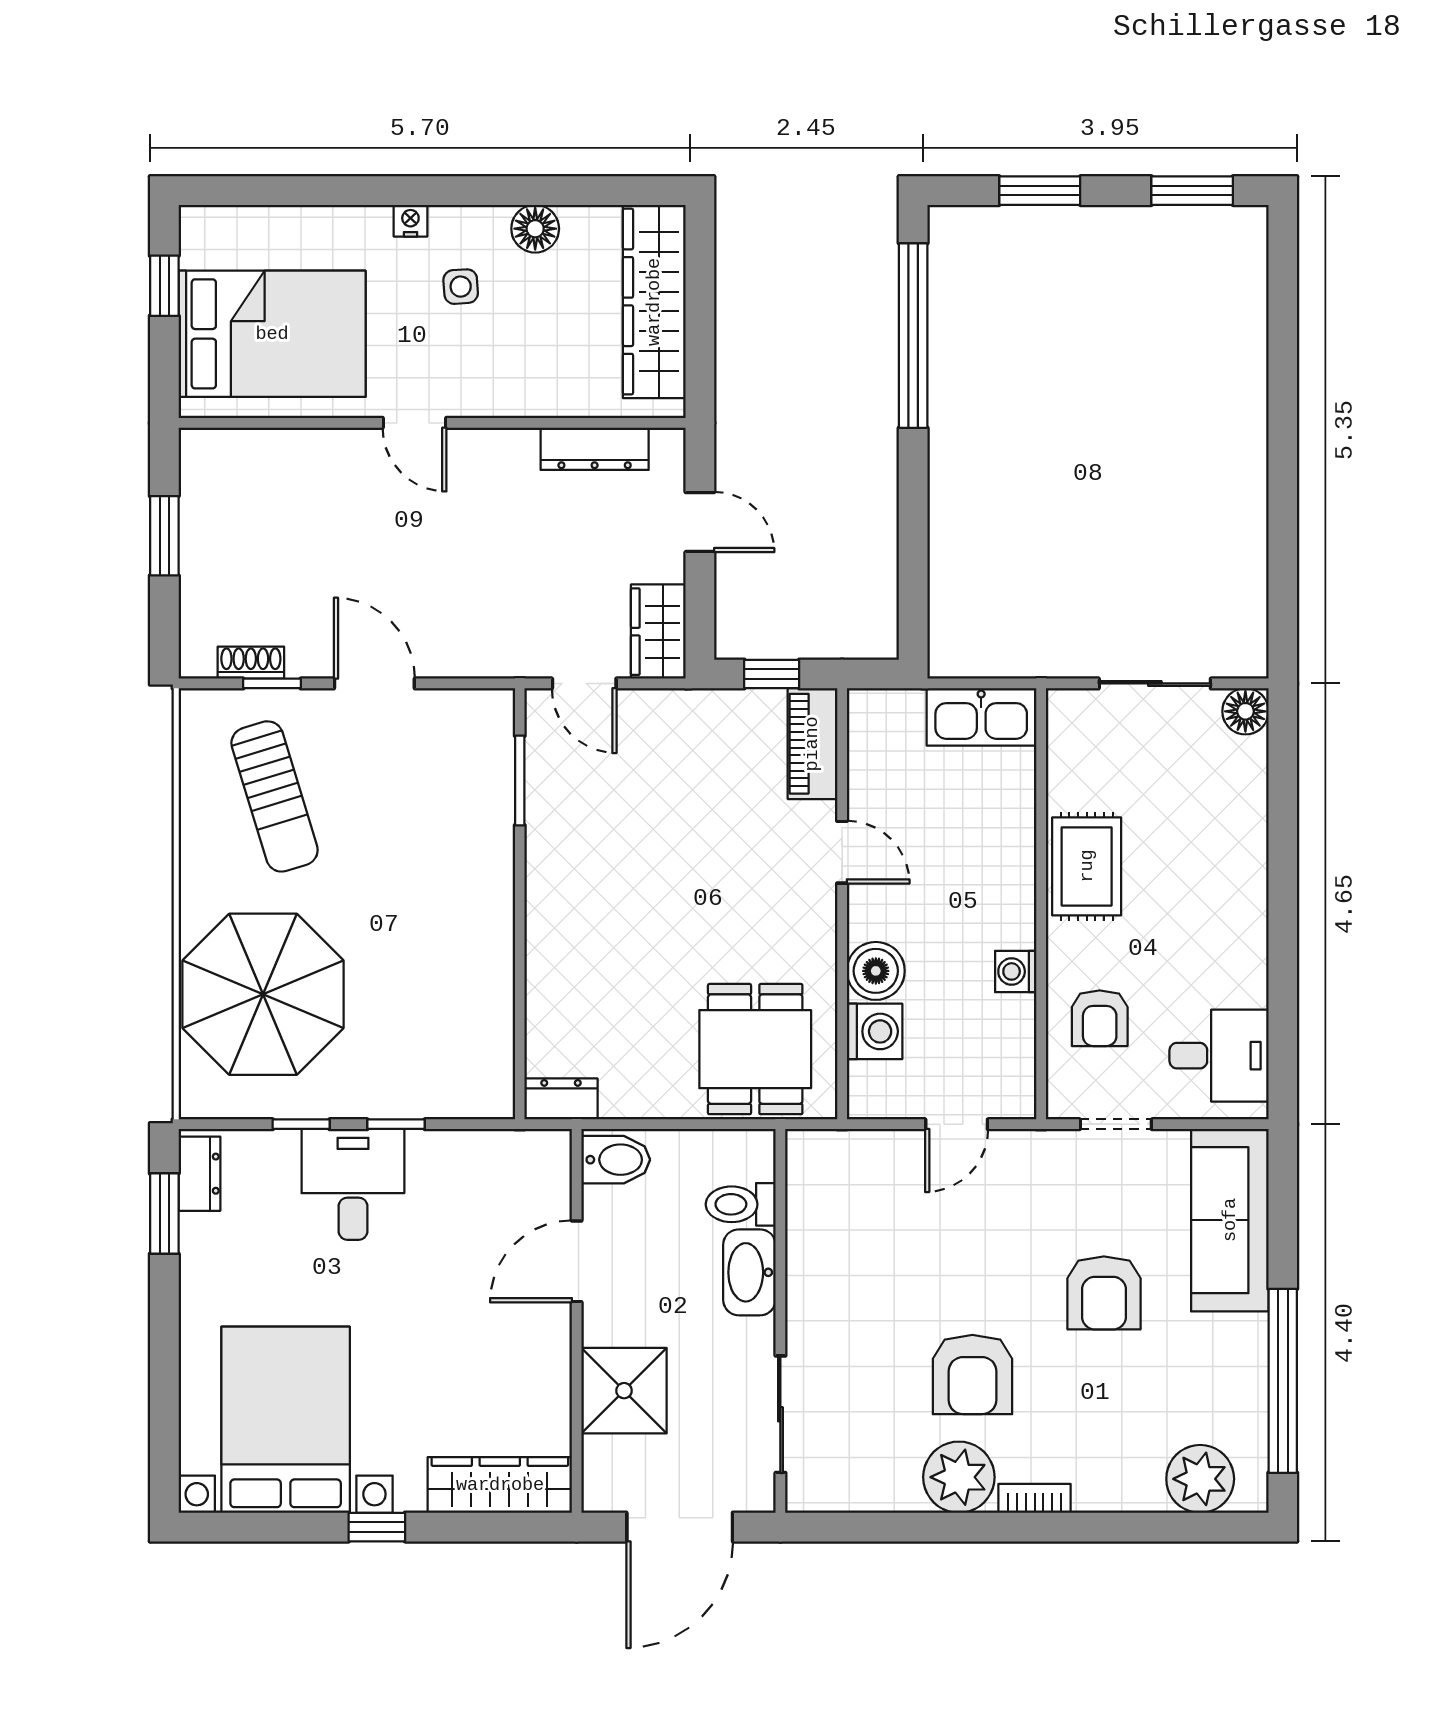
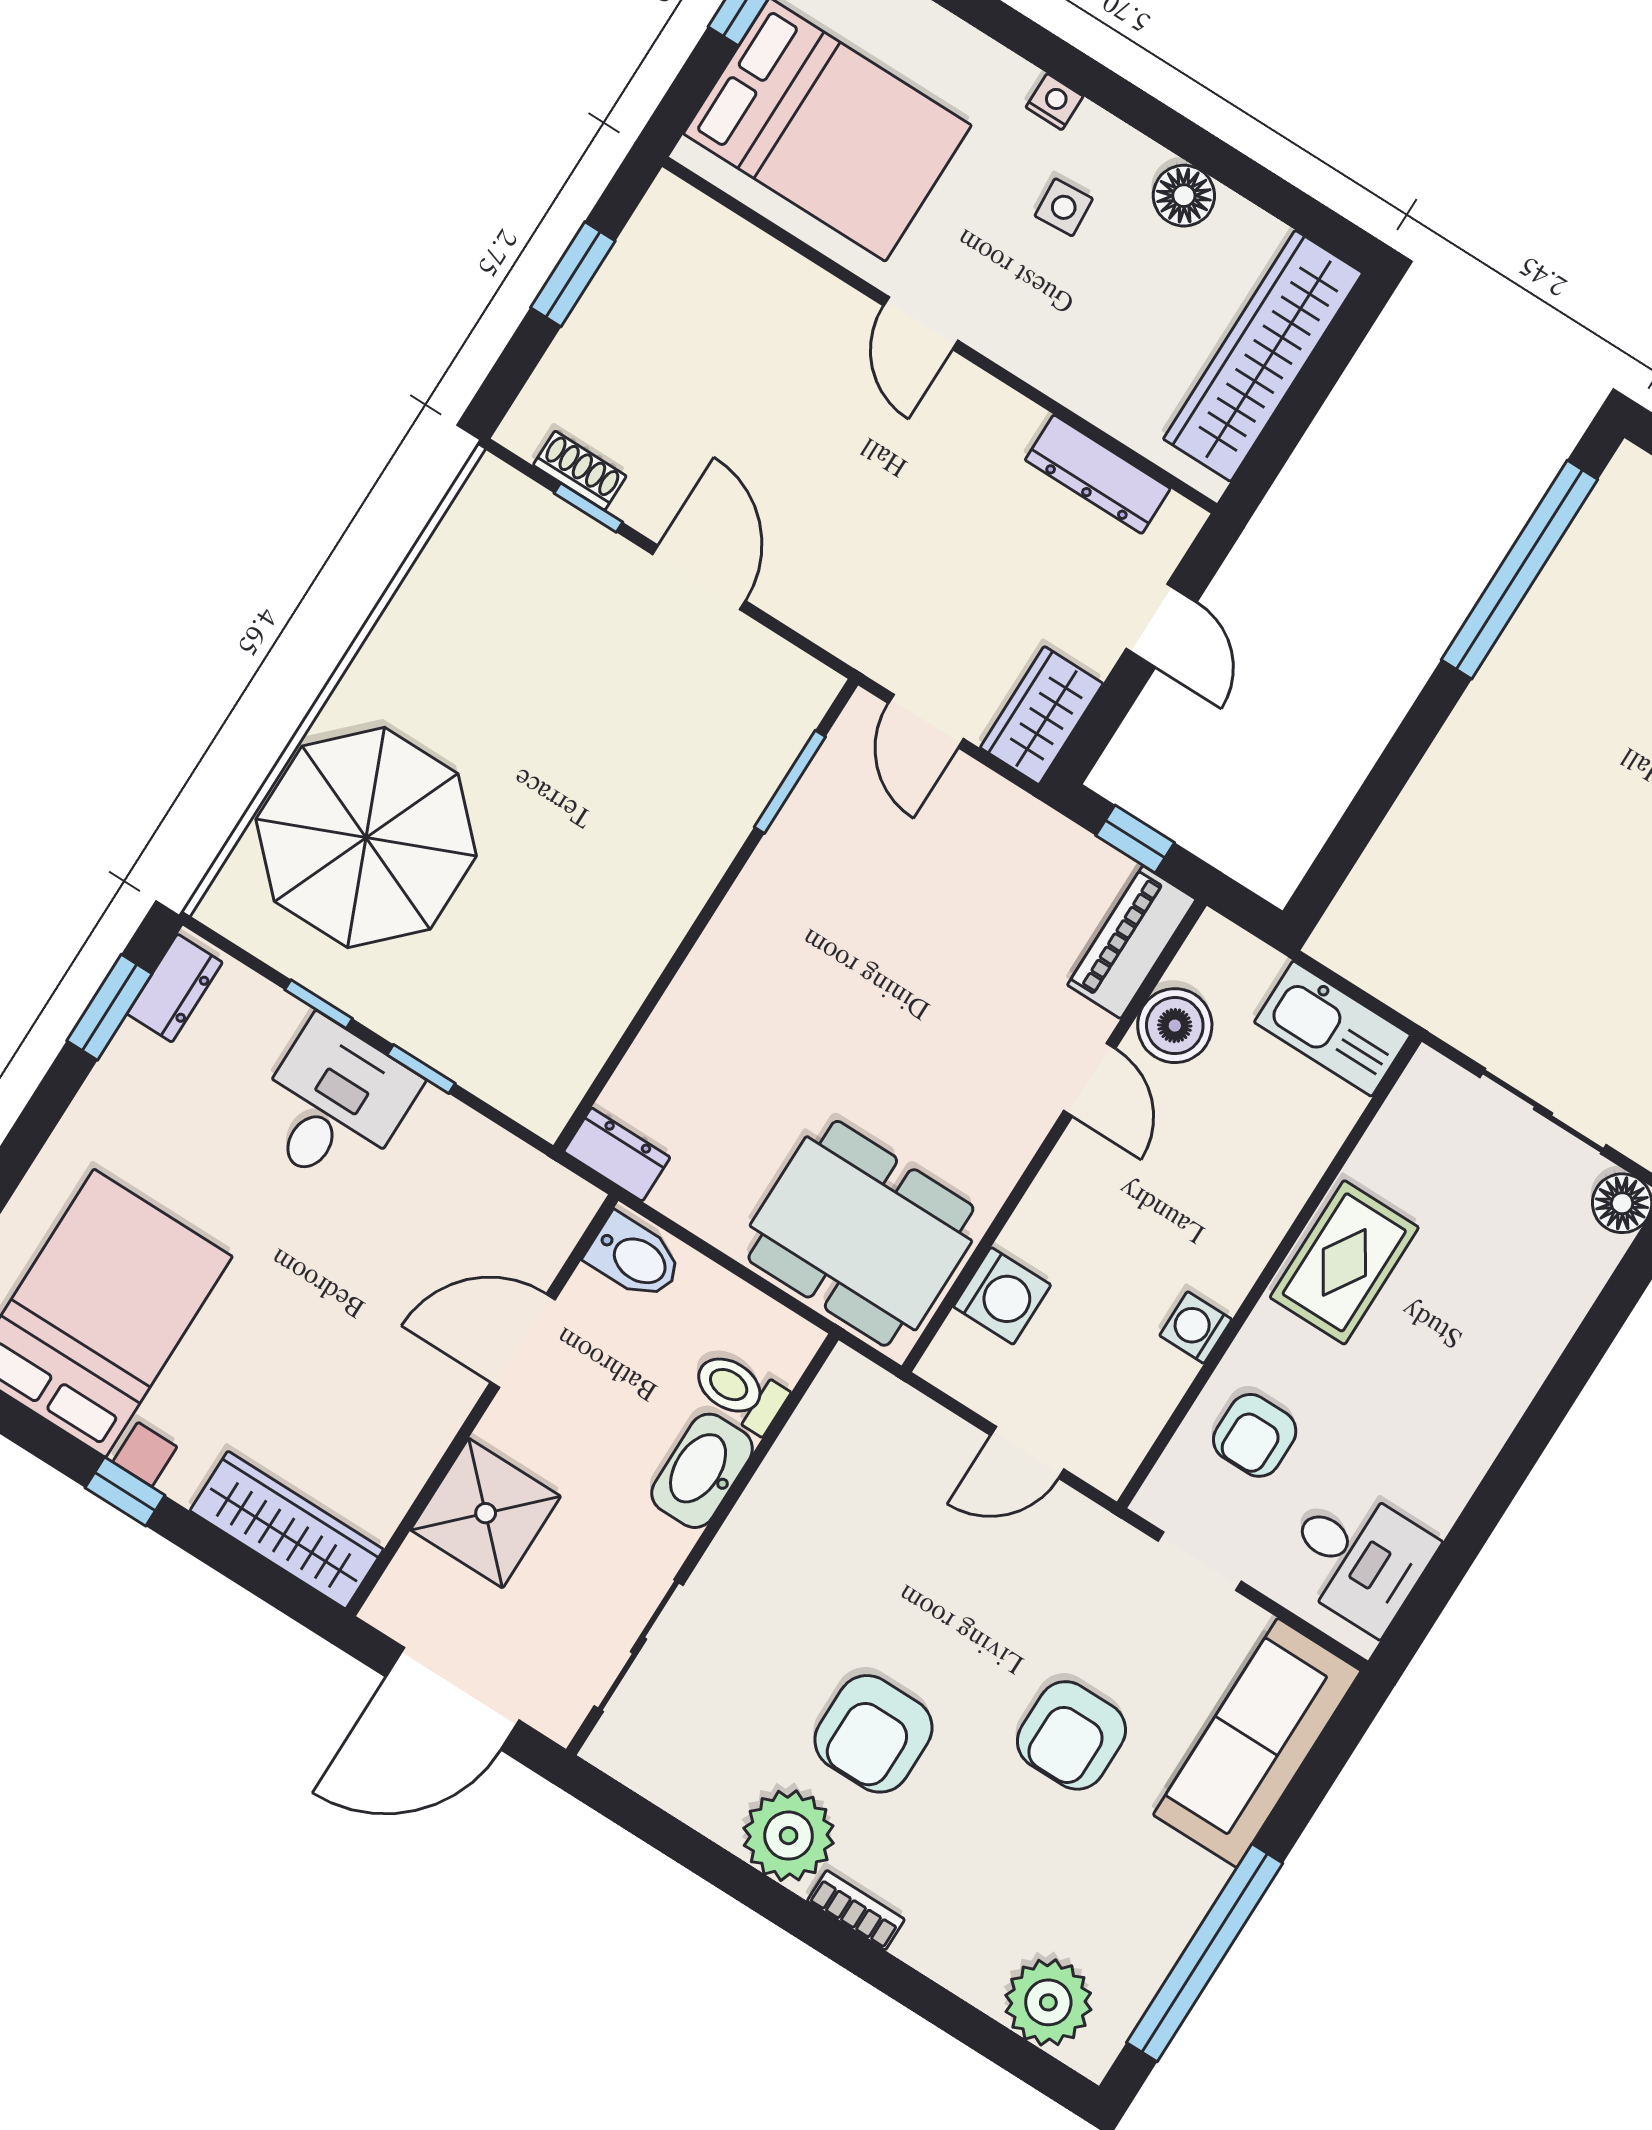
sun lounger: (275, 796) -> (514, 631), removed
boiler: (876, 971) -> (1175, 1026), moved
dining table: (755, 1049) -> (861, 1233), width x1.38

